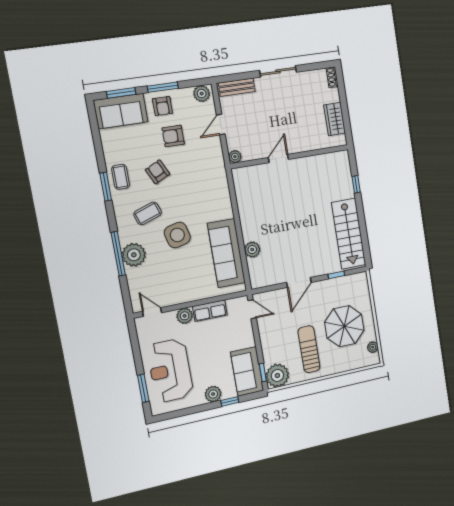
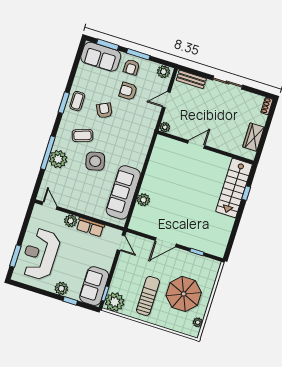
stairs: (349, 234) -> (234, 188), moved

